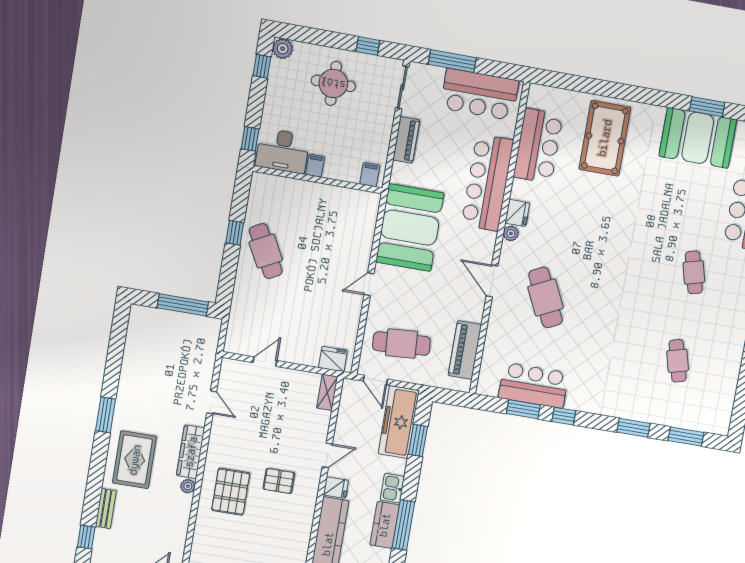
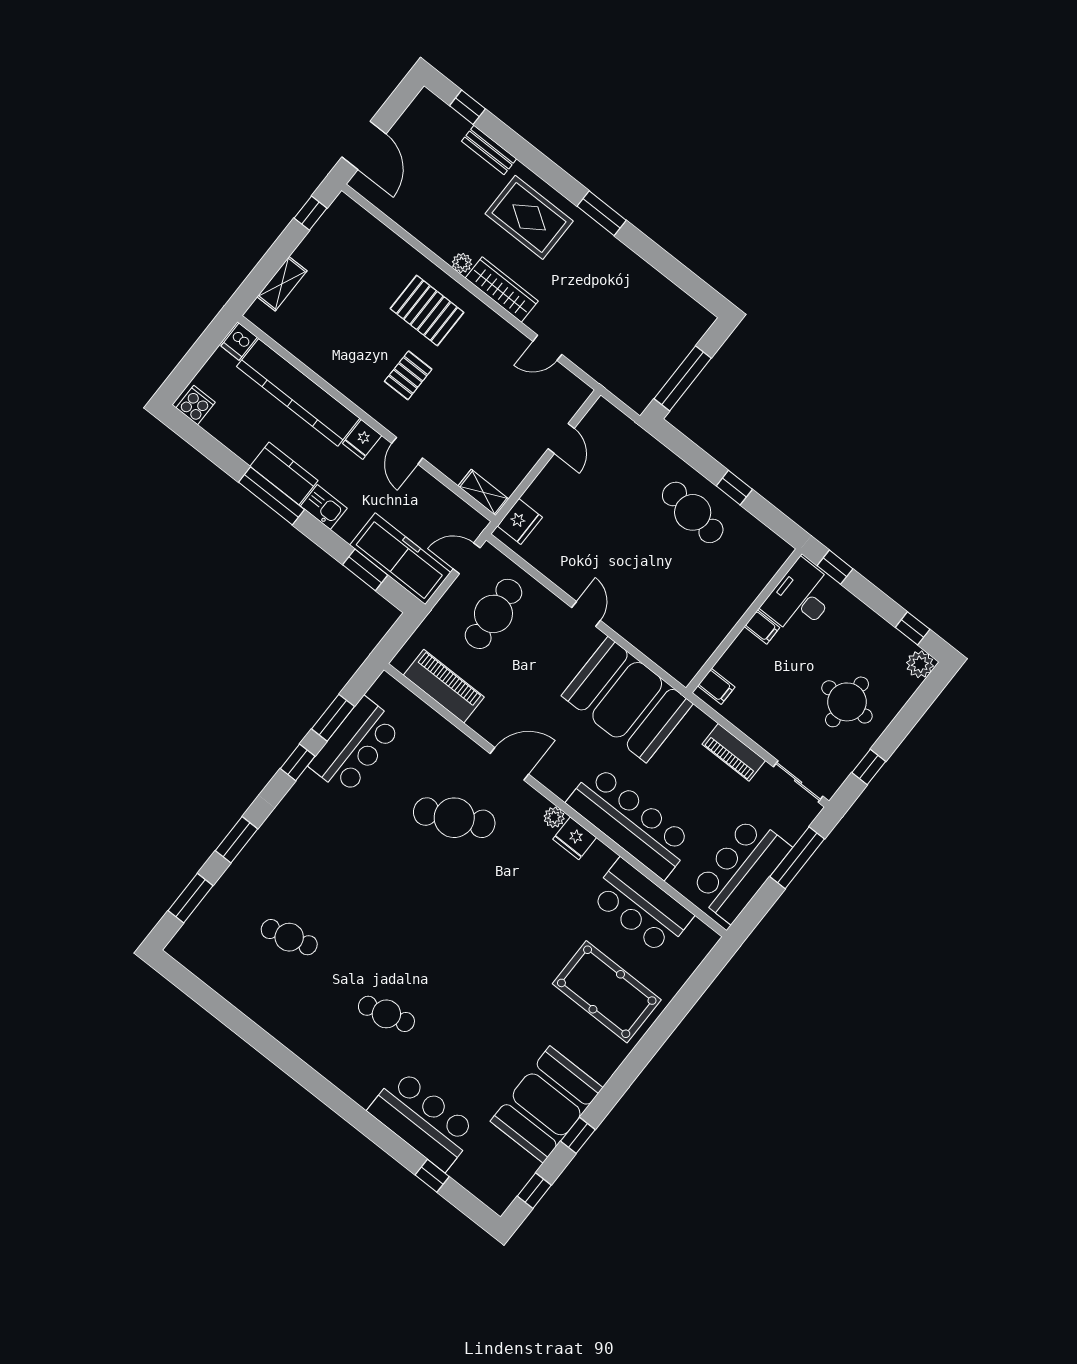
window: (707, 107) -> (578, 1135), width x0.67
cafe table: (266, 251) -> (693, 512), turned 35

